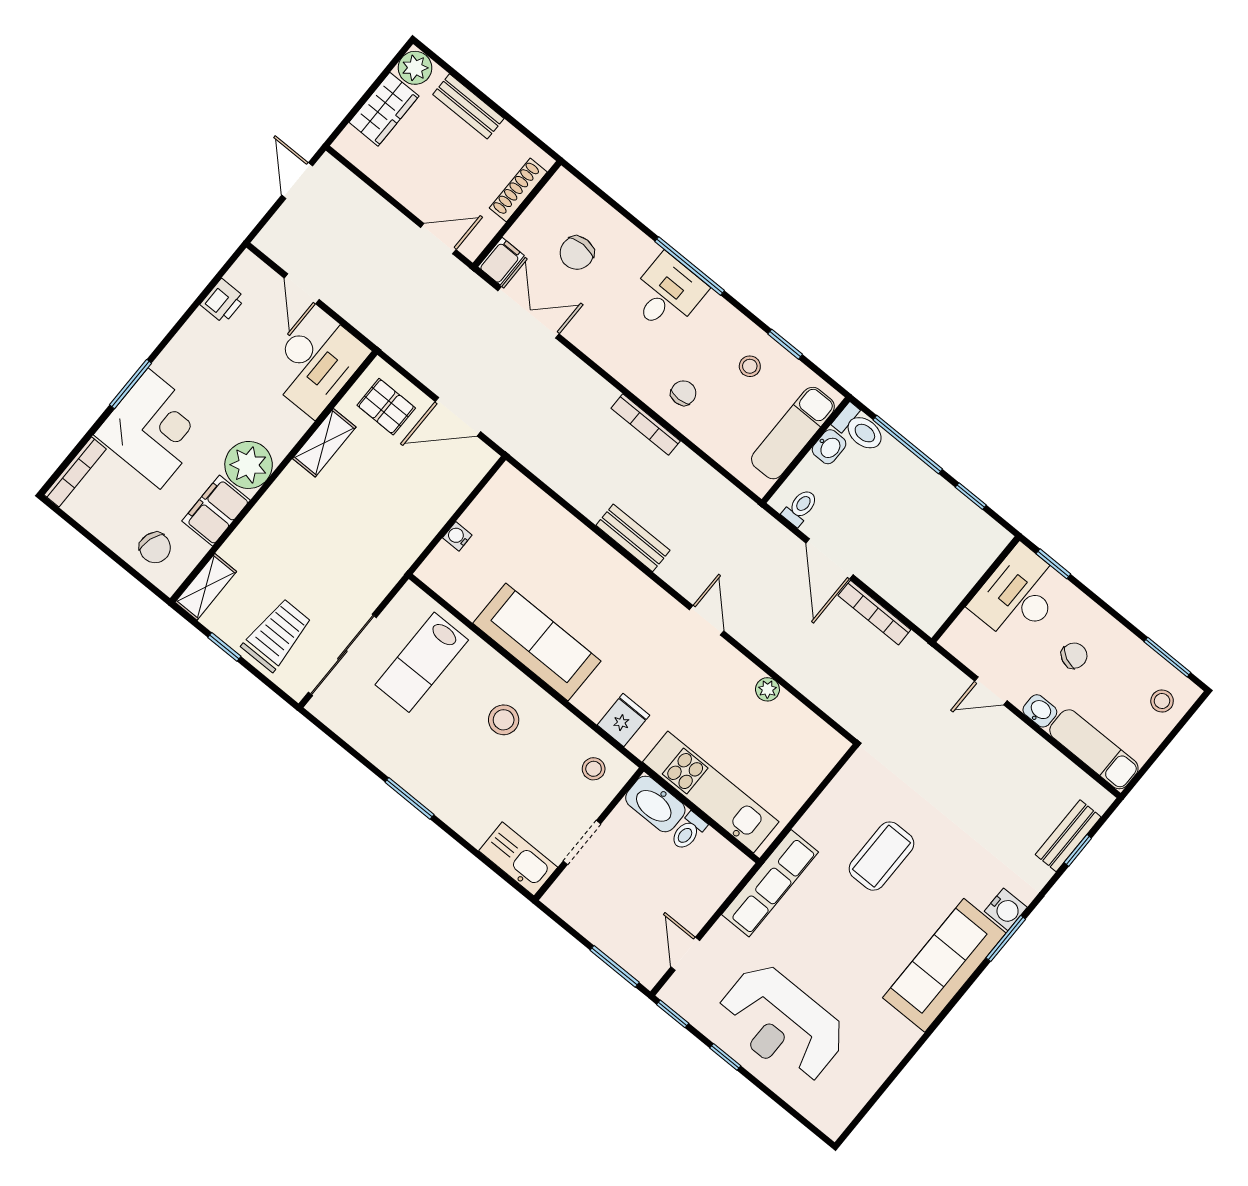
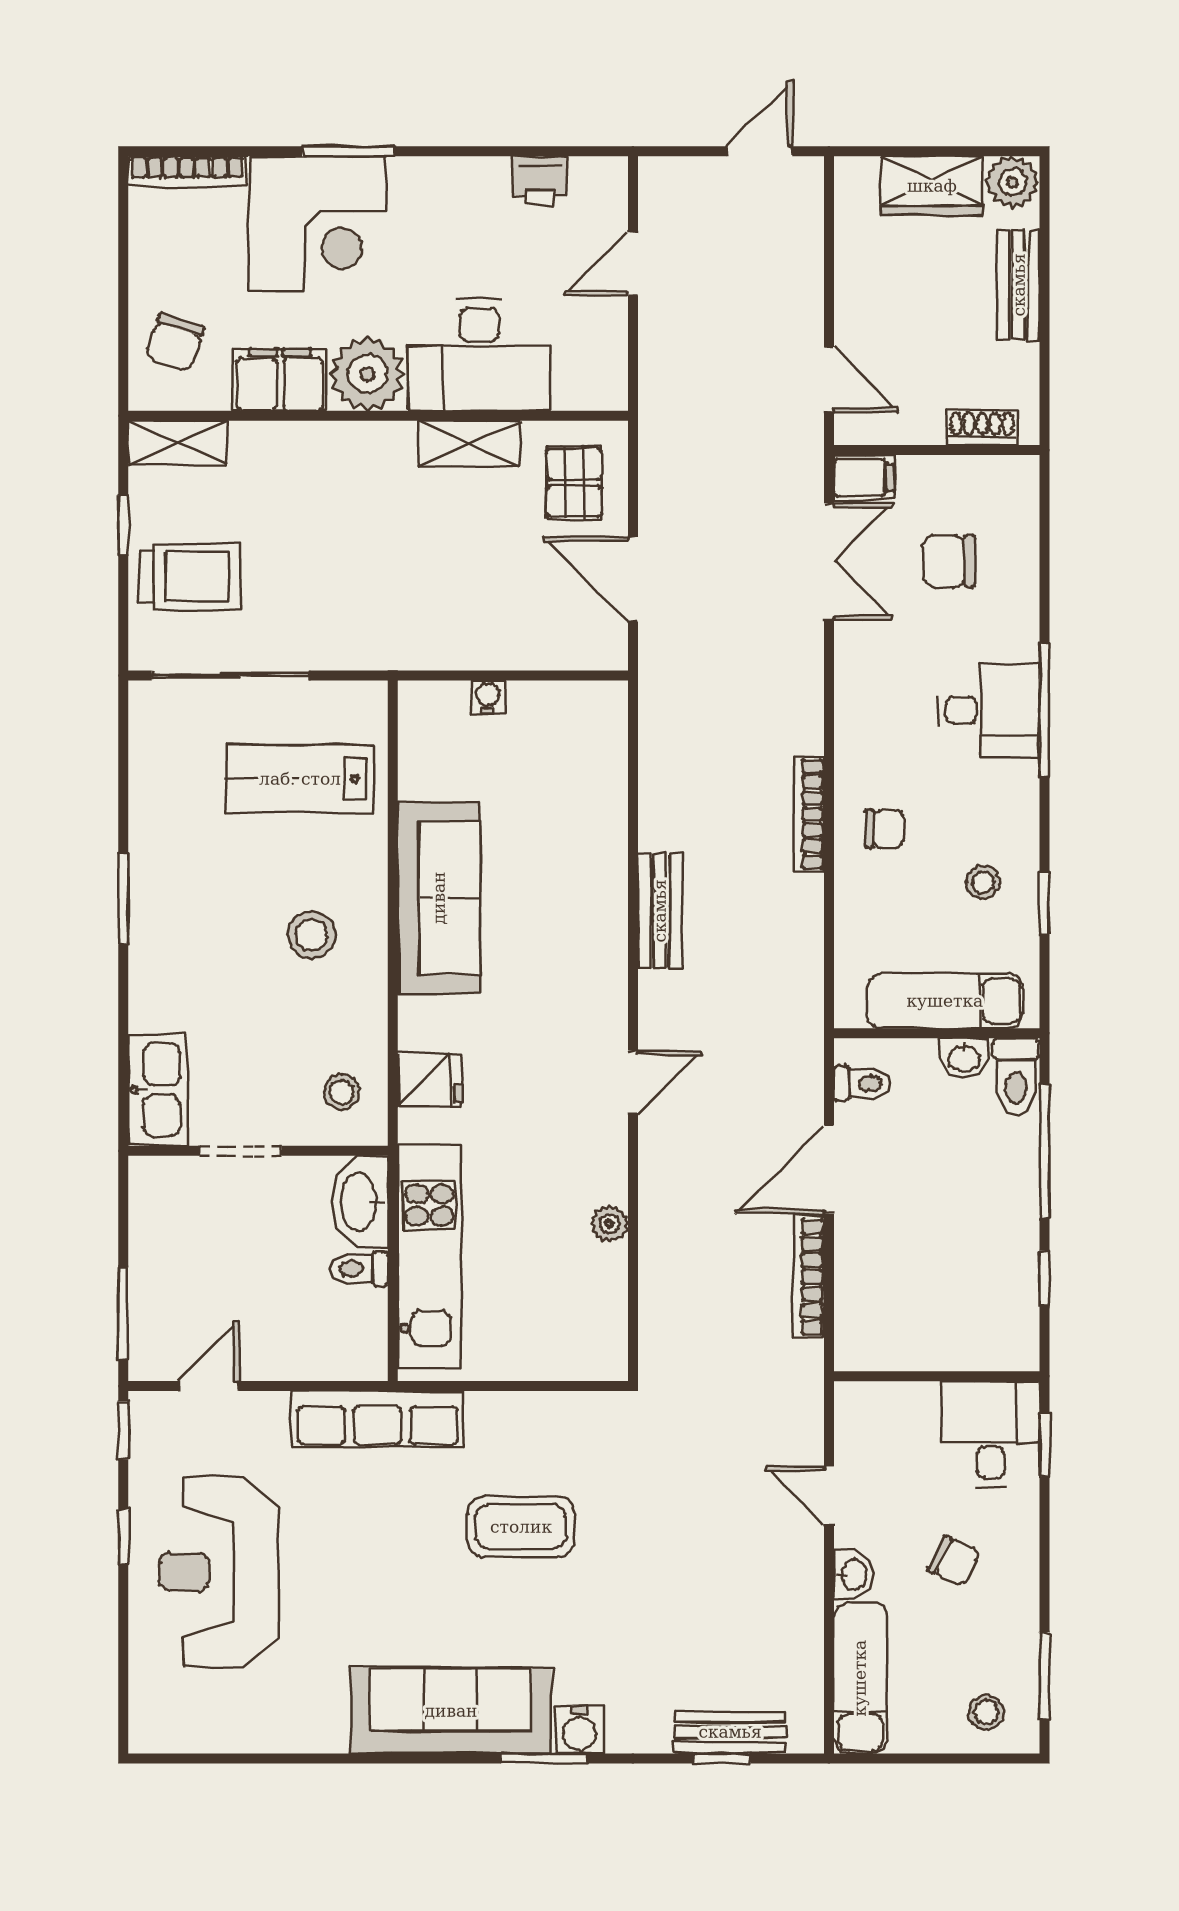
shoe rack: (518, 190) -> (982, 428), width x0.70
desk: (316, 363) -> (479, 355), moved
desk: (1019, 595) -> (991, 1434), width x0.73

